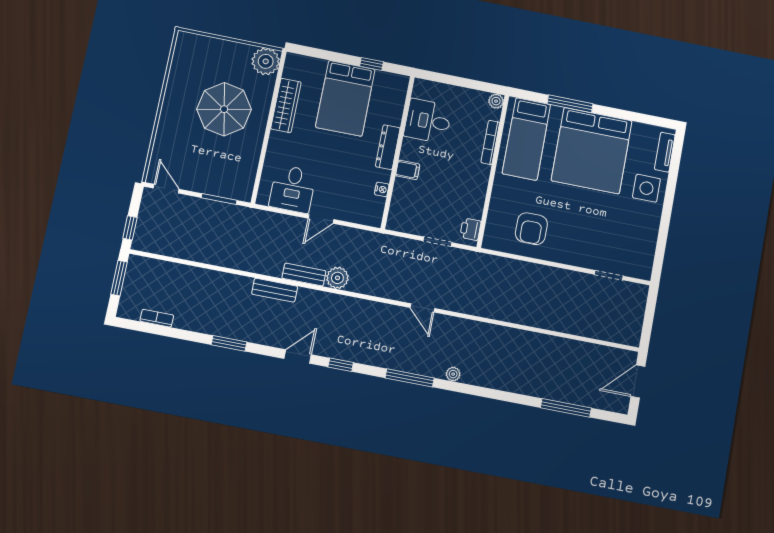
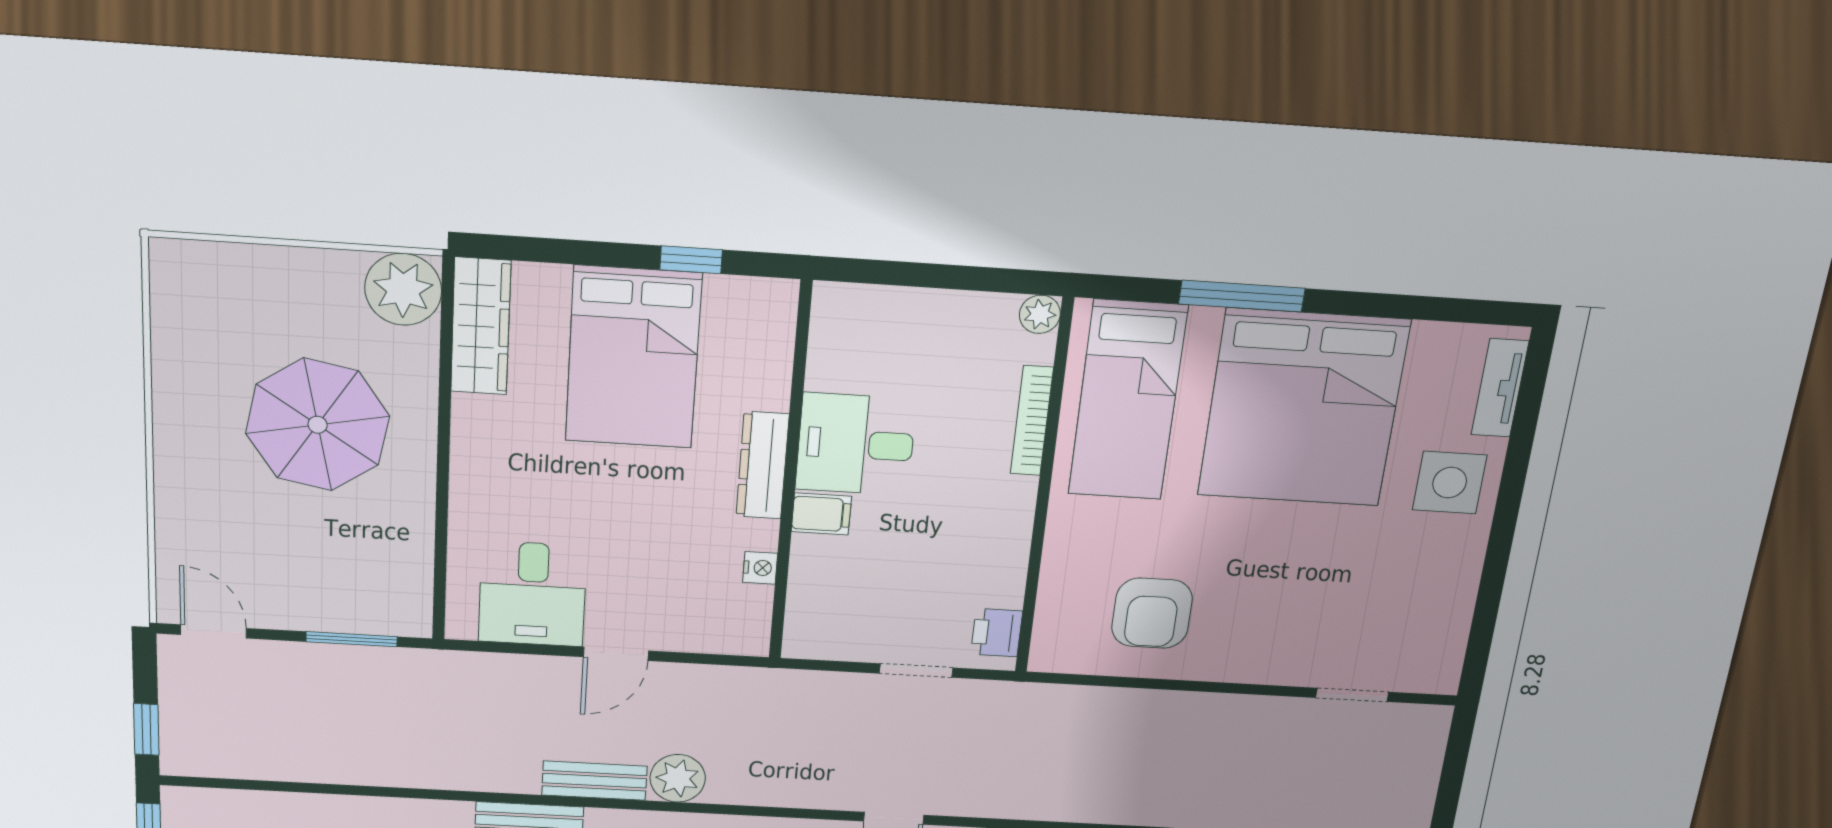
wardrobe: (286, 105) -> (481, 326), moved
desk: (428, 121) -> (856, 444), moved

